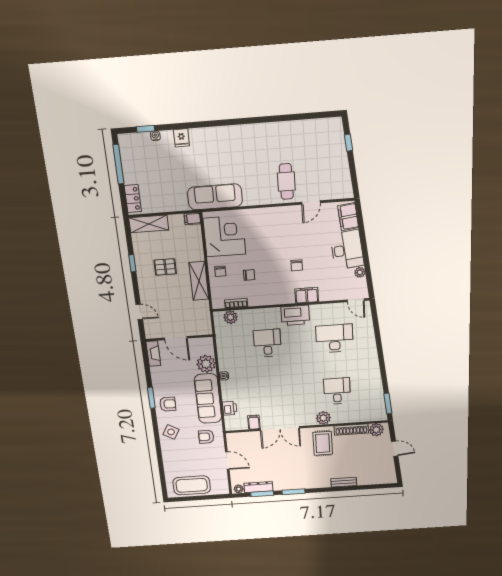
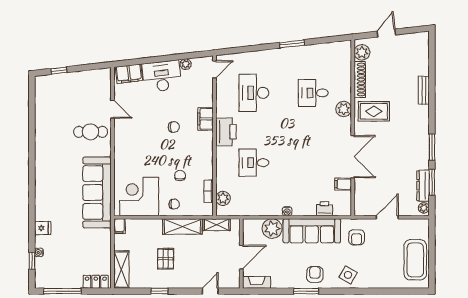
sofa: (215, 197) -> (97, 192), width x1.36, depth x1.27
shelving: (204, 313) -> (217, 225), added
window: (388, 404) -> (292, 44), moved

